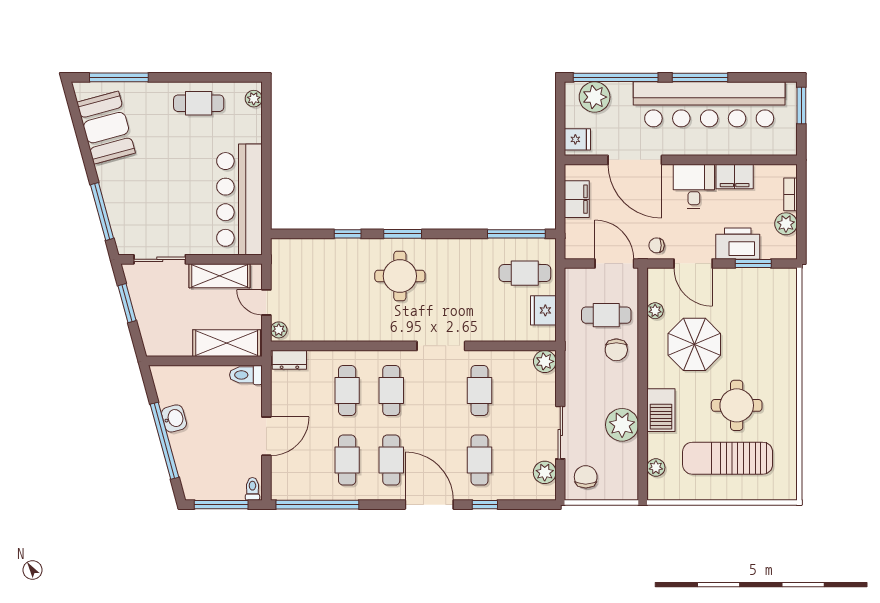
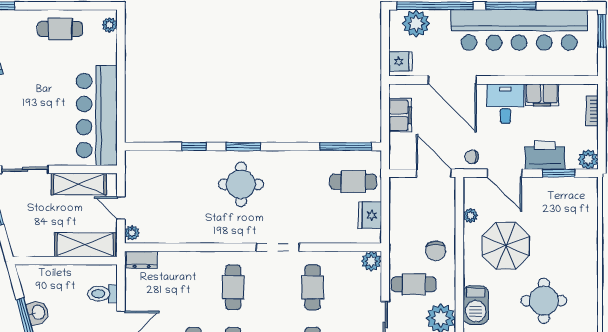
plant: (786, 224) -> (588, 159), moved
cafe table: (606, 315) -> (414, 284), moved
toilet: (246, 375) -> (102, 294), moved
cafe table: (347, 390) -> (194, 287), removed

